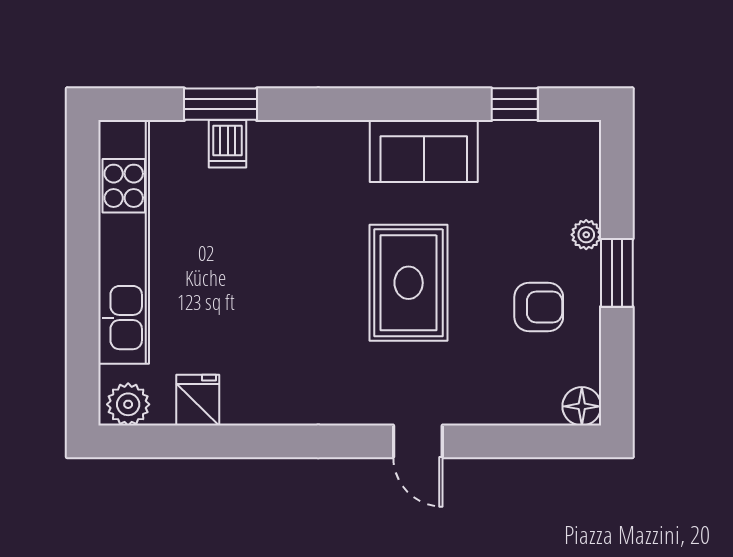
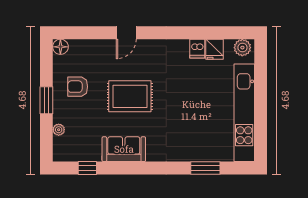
dishwasher: (228, 144) -> (197, 49), moved, turned 180
plant: (586, 235) -> (59, 130), moved
rug: (409, 283) -> (130, 96), turned 90
door: (418, 441) -> (126, 33), swing flipped

